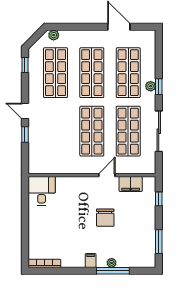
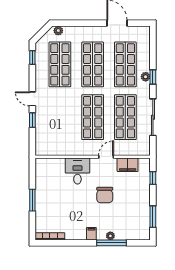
desk: (42, 191) -> (77, 171), moved
window: (25, 223) -> (32, 200), added

